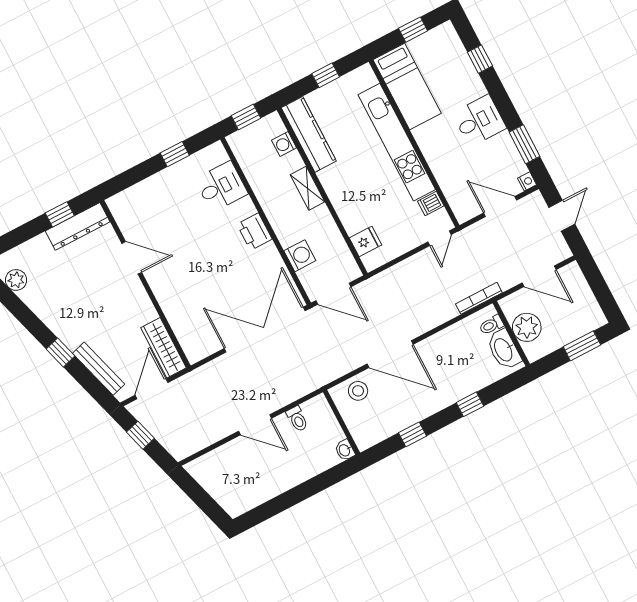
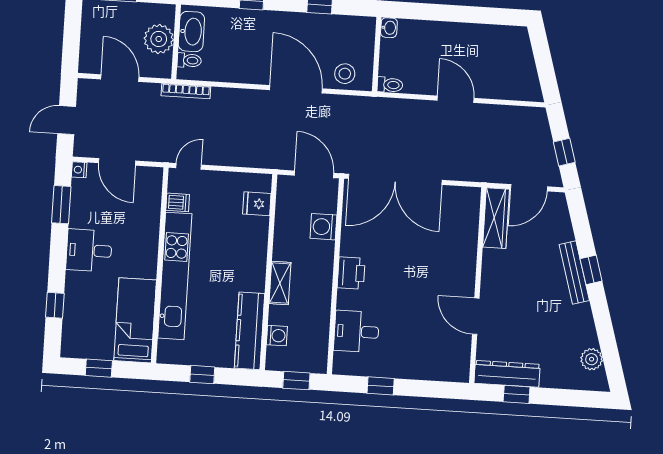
bench: (99, 369) -> (574, 272), moved
toilet: (297, 419) -> (390, 85), moved, turned 90

